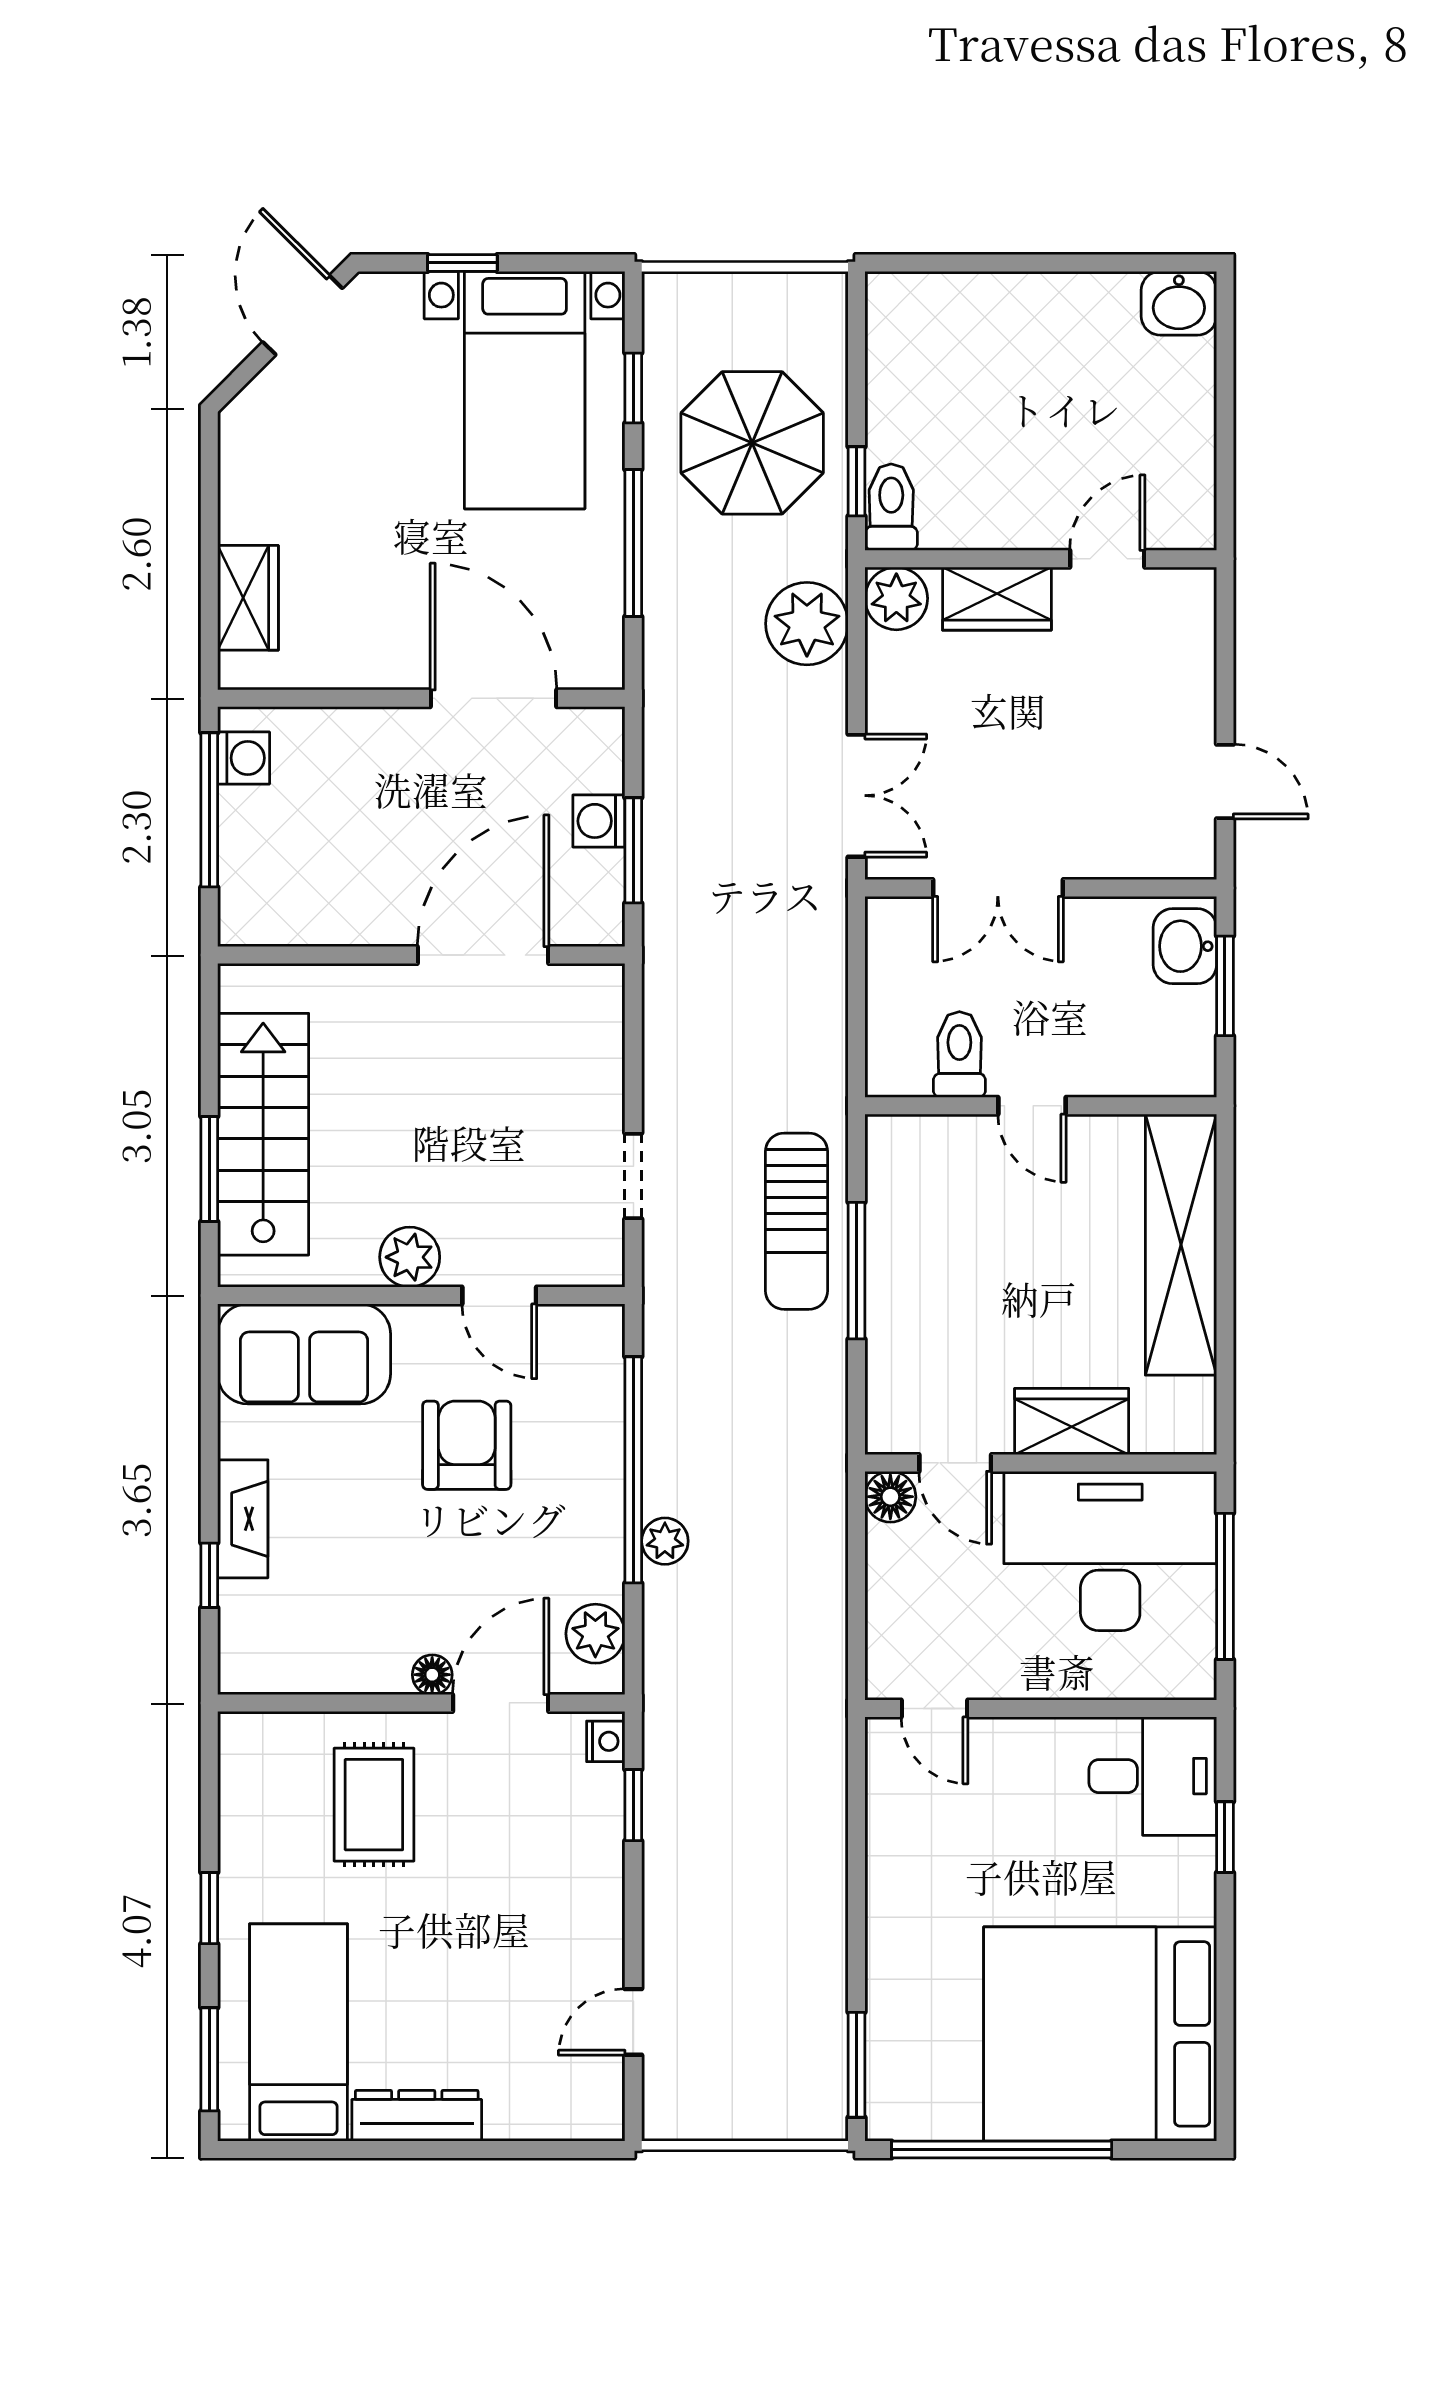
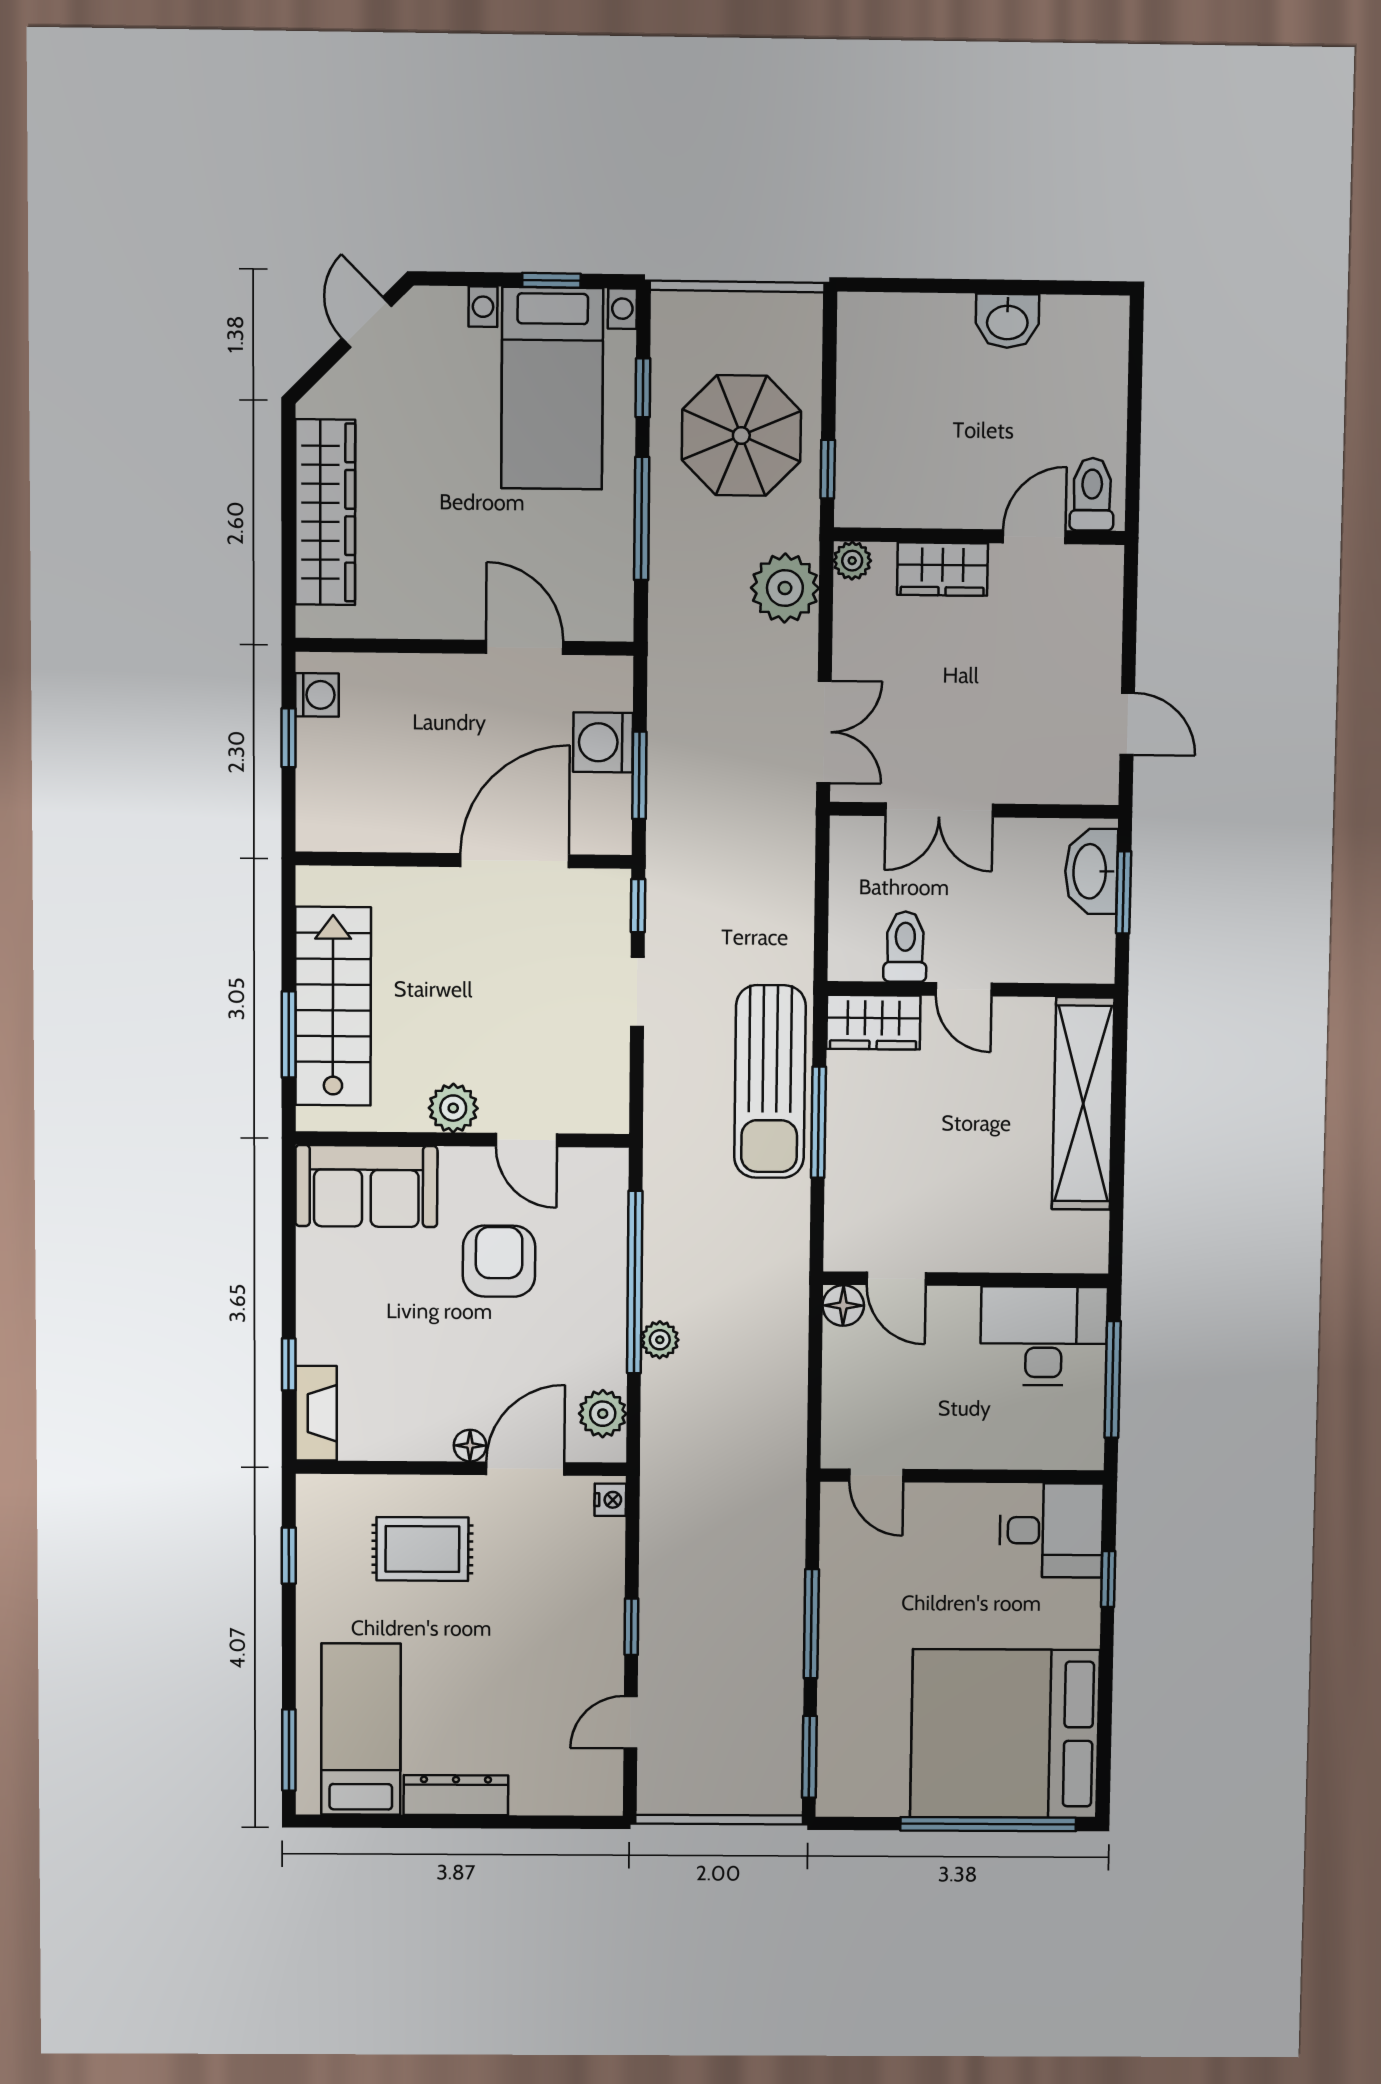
window: (462, 263) -> (551, 280), moved
washbasin: (1179, 303) -> (1007, 321), moved
door: (303, 315) -> (367, 322), width x0.73
toilet: (891, 507) -> (1092, 494), moved
wardrobe: (248, 598) -> (325, 512), width x2.10, depth x1.17
plant: (896, 598) -> (852, 561), width x0.73, depth x0.73
door: (494, 698) -> (525, 647), width x0.73
window: (209, 810) -> (289, 738), width x0.46
washing machine: (599, 821) -> (603, 742), width x1.38, depth x1.38
washbasin: (1185, 946) -> (1091, 871), width x1.38
window: (633, 1008) -> (638, 906), added
doorway: (633, 1176) -> (637, 992), moved
sun lounger: (797, 1221) -> (770, 1082), width x1.36, depth x1.34
wardrobe: (1072, 1421) -> (873, 1022), moved, turned 180
fireplace: (243, 1519) -> (316, 1413), moved
desk: (1110, 1551) -> (1044, 1336), width x0.73, depth x0.77
rug: (374, 1805) -> (422, 1549), turned 90
window: (633, 1805) -> (631, 1627), moved
window: (857, 1896) -> (811, 1624), added
window: (209, 1908) -> (289, 1556), moved
window: (1002, 2149) -> (988, 1824), moved

